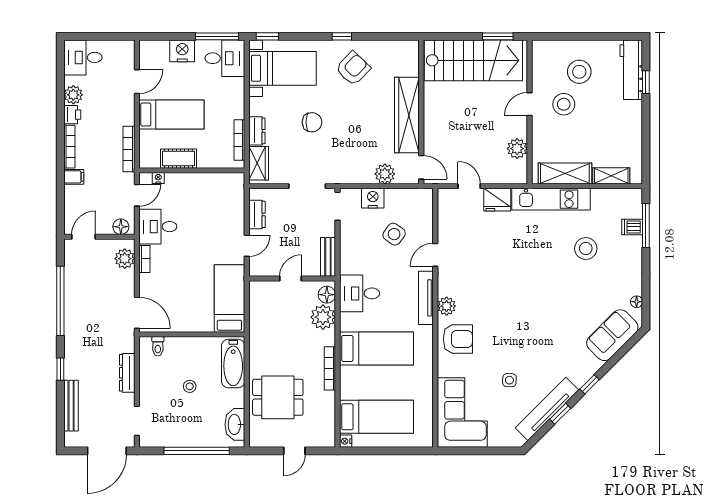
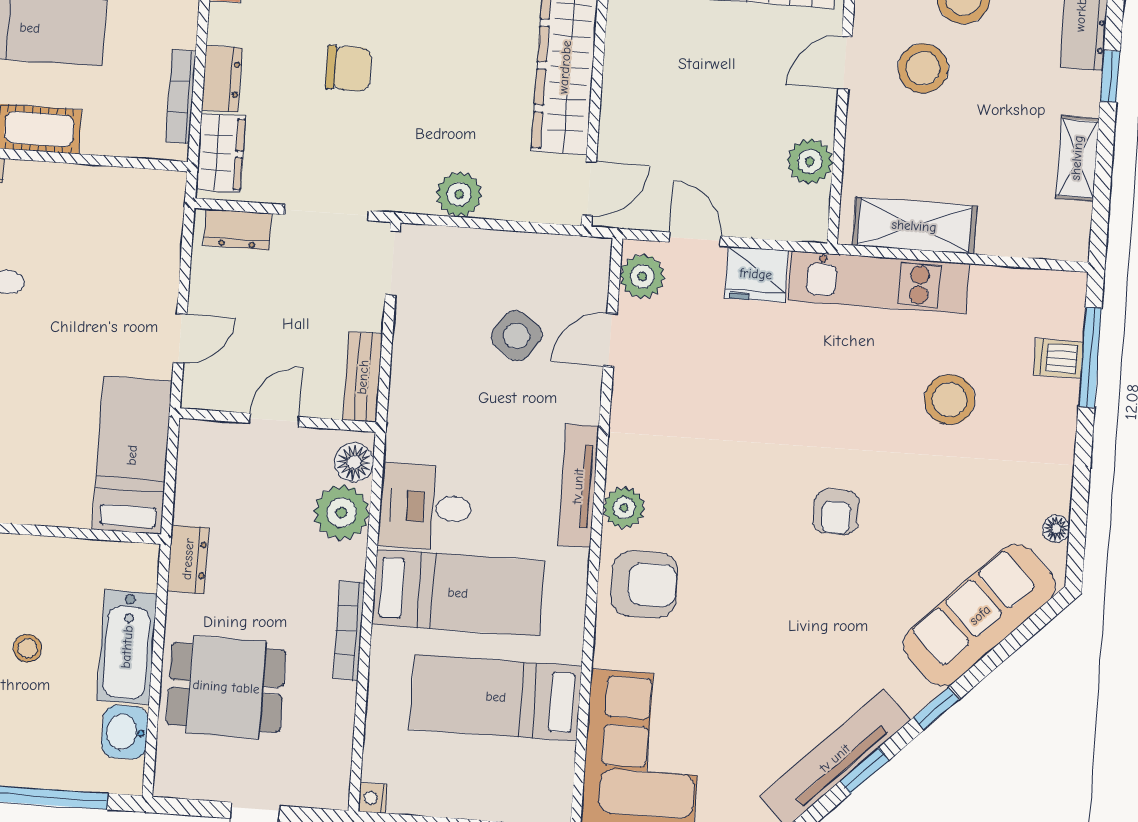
window: (646, 82) -> (1110, 76), moved
door: (421, 167) -> (589, 188), hinge flipped
plant: (385, 174) -> (459, 194), moved
shelving: (611, 176) -> (1077, 158), moved, turned 90
nightstand: (373, 198) -> (474, 251), removed
plant: (447, 204) -> (642, 276), added
dresser: (257, 214) -> (238, 229), moved, turned 90
door: (435, 255) -> (610, 340), moved
desk: (360, 293) -> (425, 507), moved
armchair: (540, 301) -> (836, 512), added
sofa: (612, 335) -> (980, 615), width x1.36
dresser: (257, 342) -> (188, 559), added
bathtub: (233, 363) -> (127, 647), moved
side table: (509, 380) -> (755, 686), removed
bed: (376, 417) -> (496, 697), moved, turned 180
washbasin: (235, 424) -> (125, 732), width x0.72

